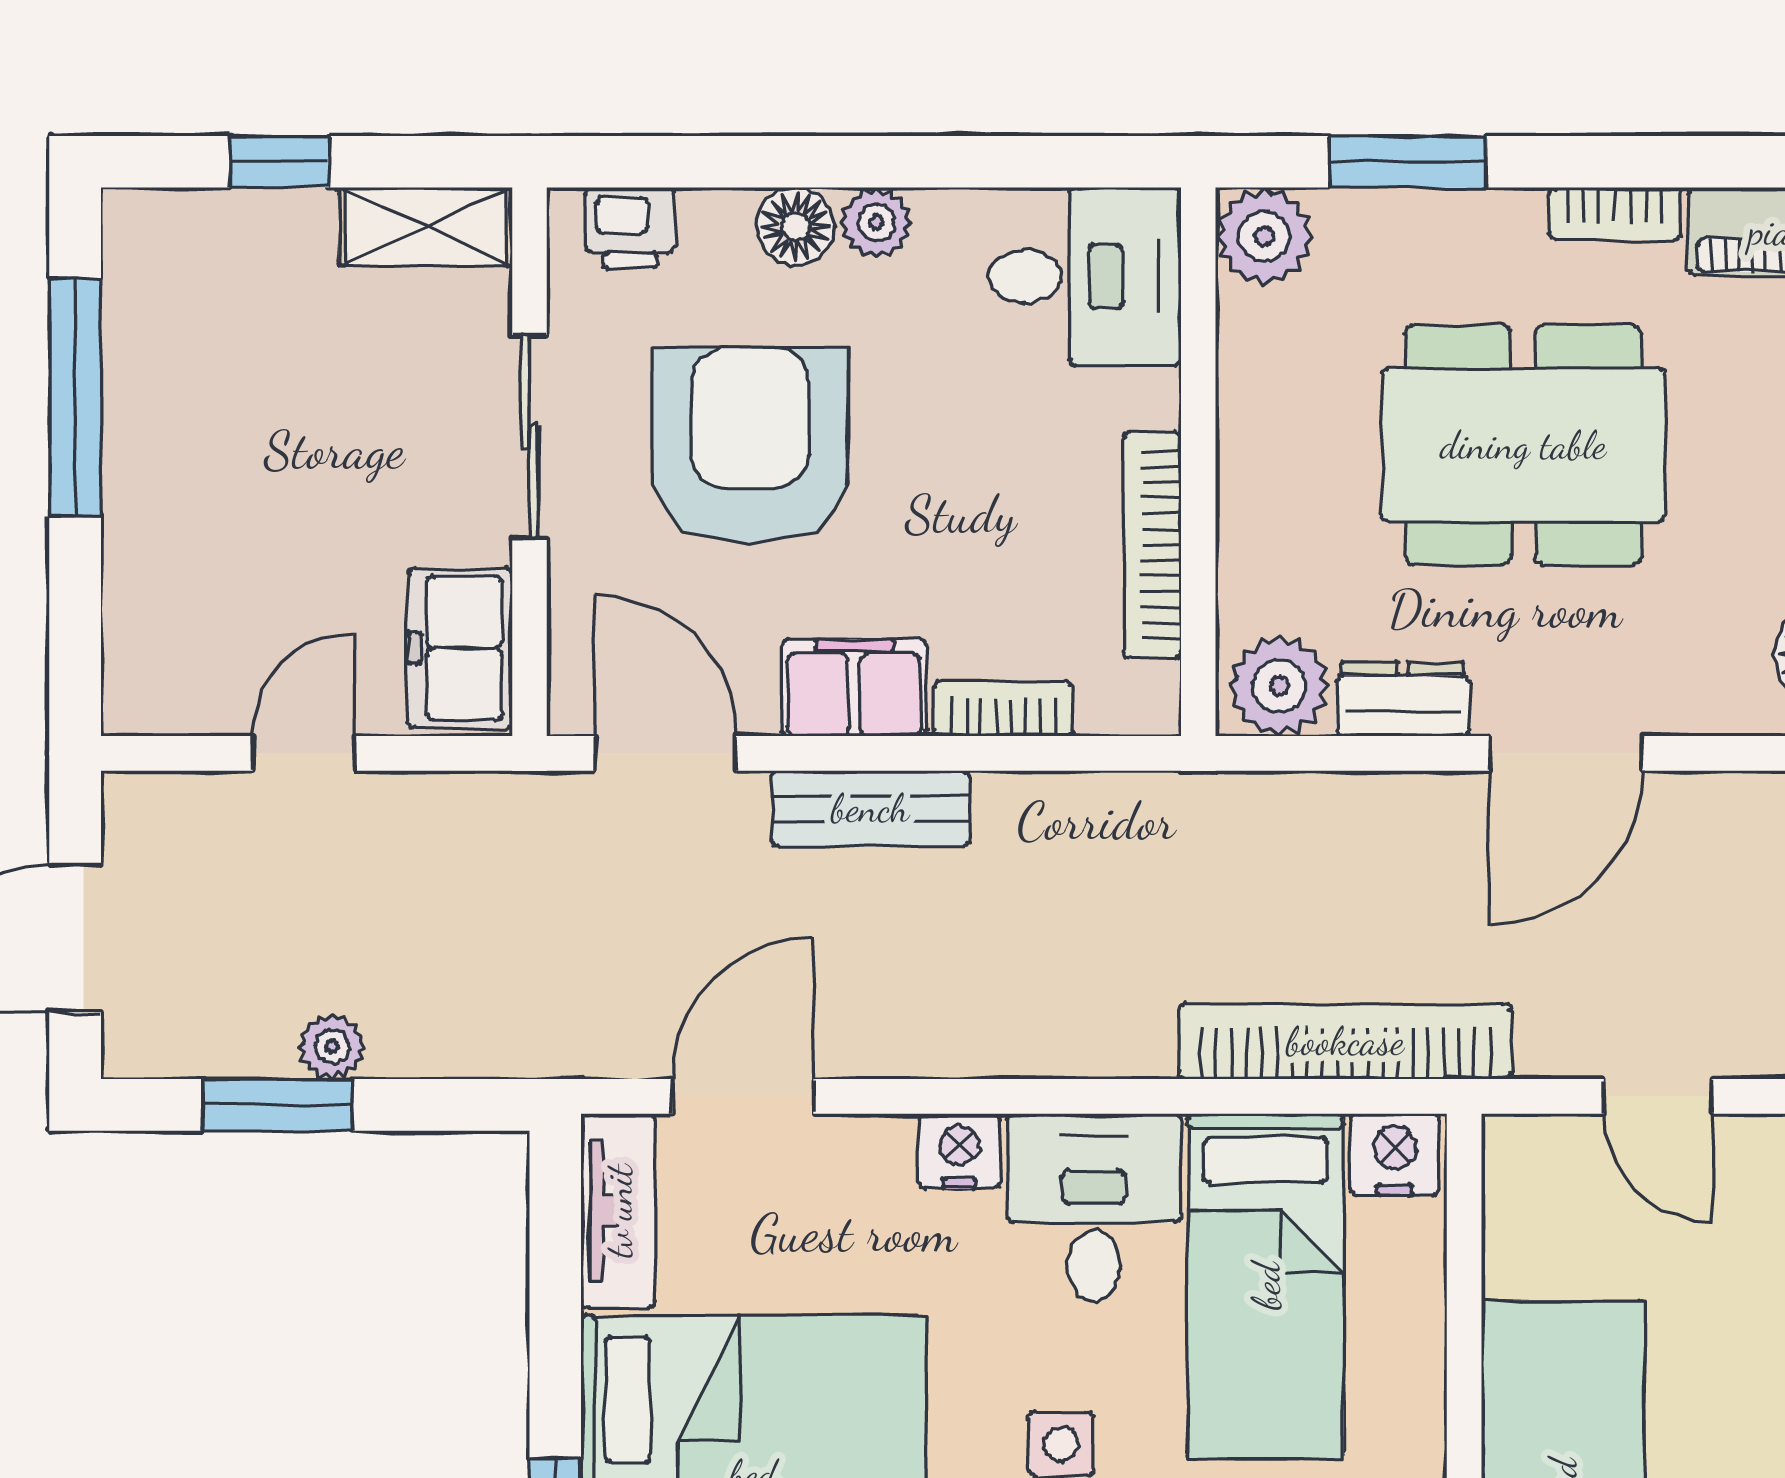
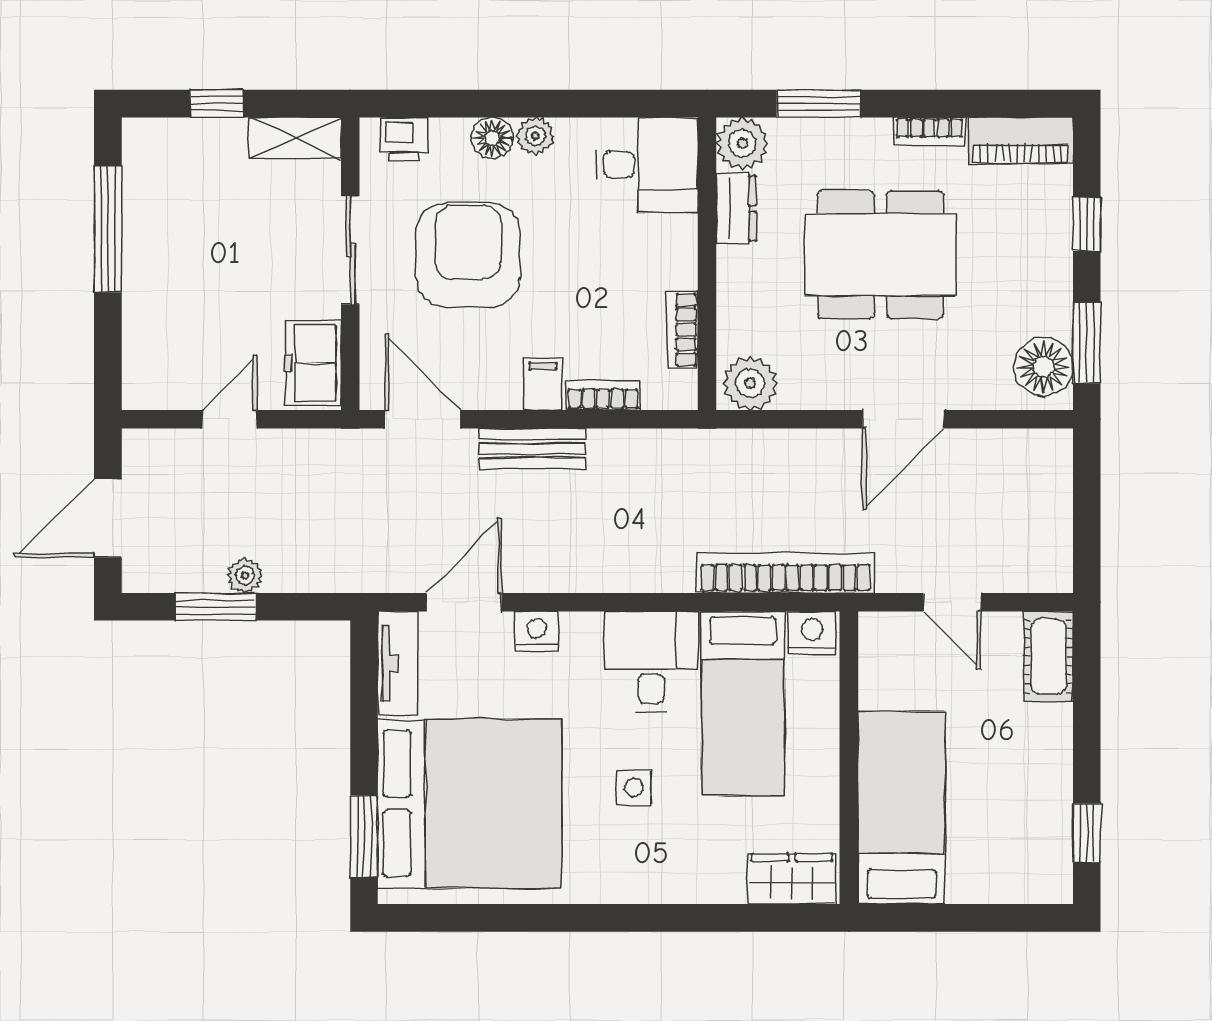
bookcase: (1152, 545) -> (682, 330), width x0.64
filing cabinet: (854, 688) -> (543, 384), width x0.50
dresser: (1403, 699) -> (736, 208), moved, turned 90
nightstand: (959, 1151) -> (537, 631), moved

